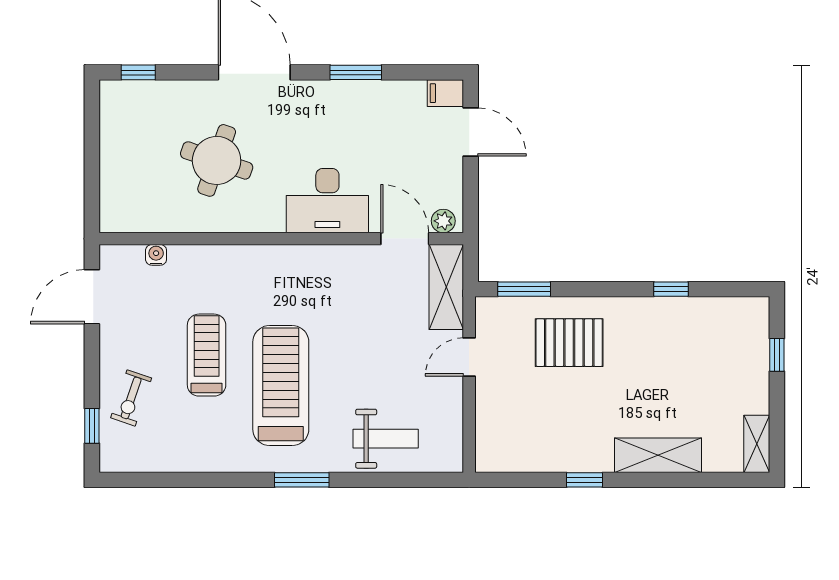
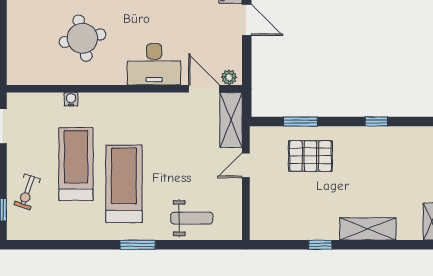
round table: (217, 160) -> (82, 38), turned -31
water cooler: (156, 255) -> (71, 99), moved
window: (524, 289) -> (300, 121), moved
treadmill: (207, 355) -> (76, 164), width x1.37, depth x1.38

